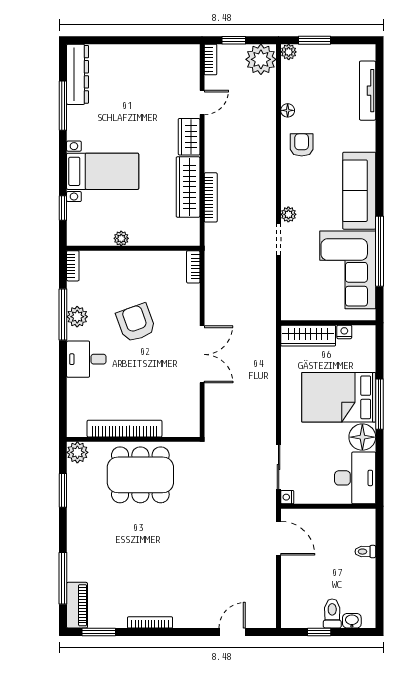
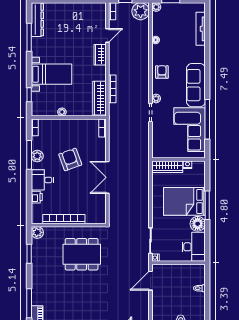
armchair: (302, 145) -> (162, 72), moved
wardrobe: (188, 187) -> (100, 98), moved
double door: (202, 354) -> (107, 177), swing flipped
printer: (76, 390) -> (37, 197), added
dining table: (140, 475) -> (82, 254), moved
door: (279, 538) -> (150, 281), swing flipped

